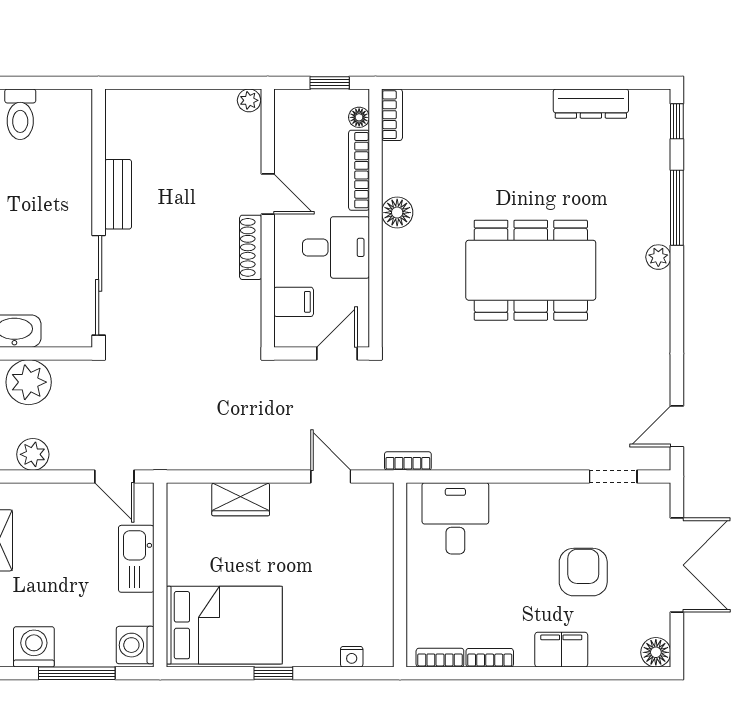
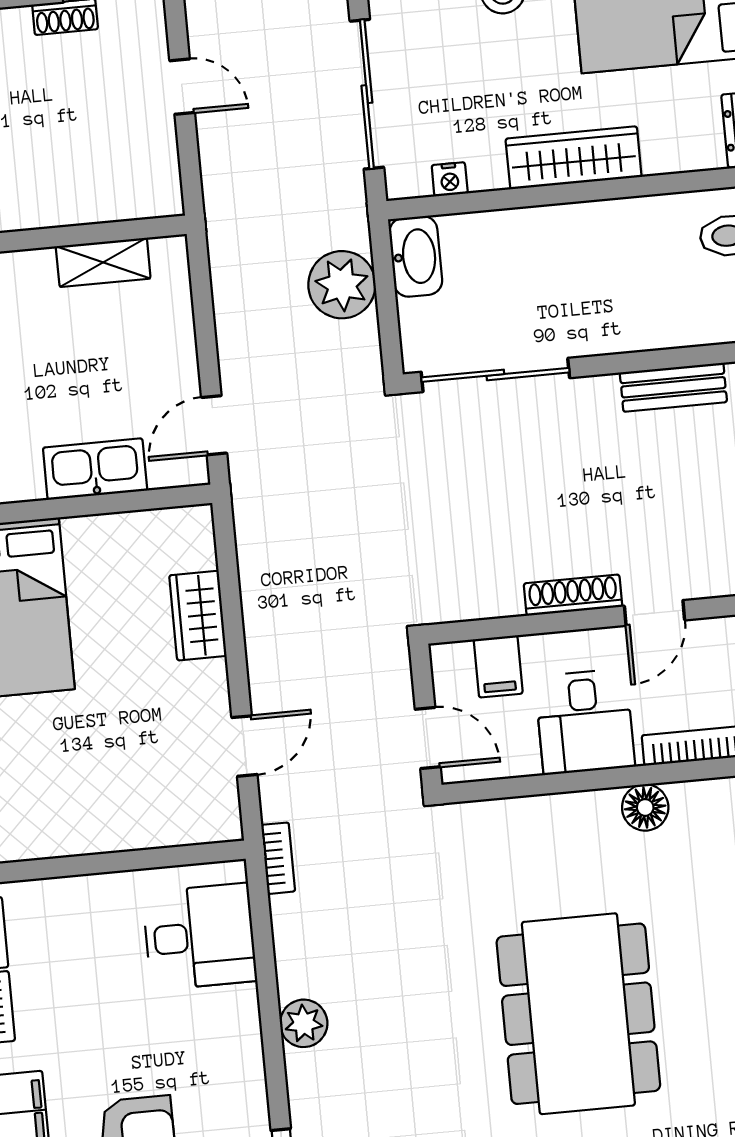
bench: (118, 194) -> (673, 387), moved
plant: (33, 454) -> (304, 1023), moved

